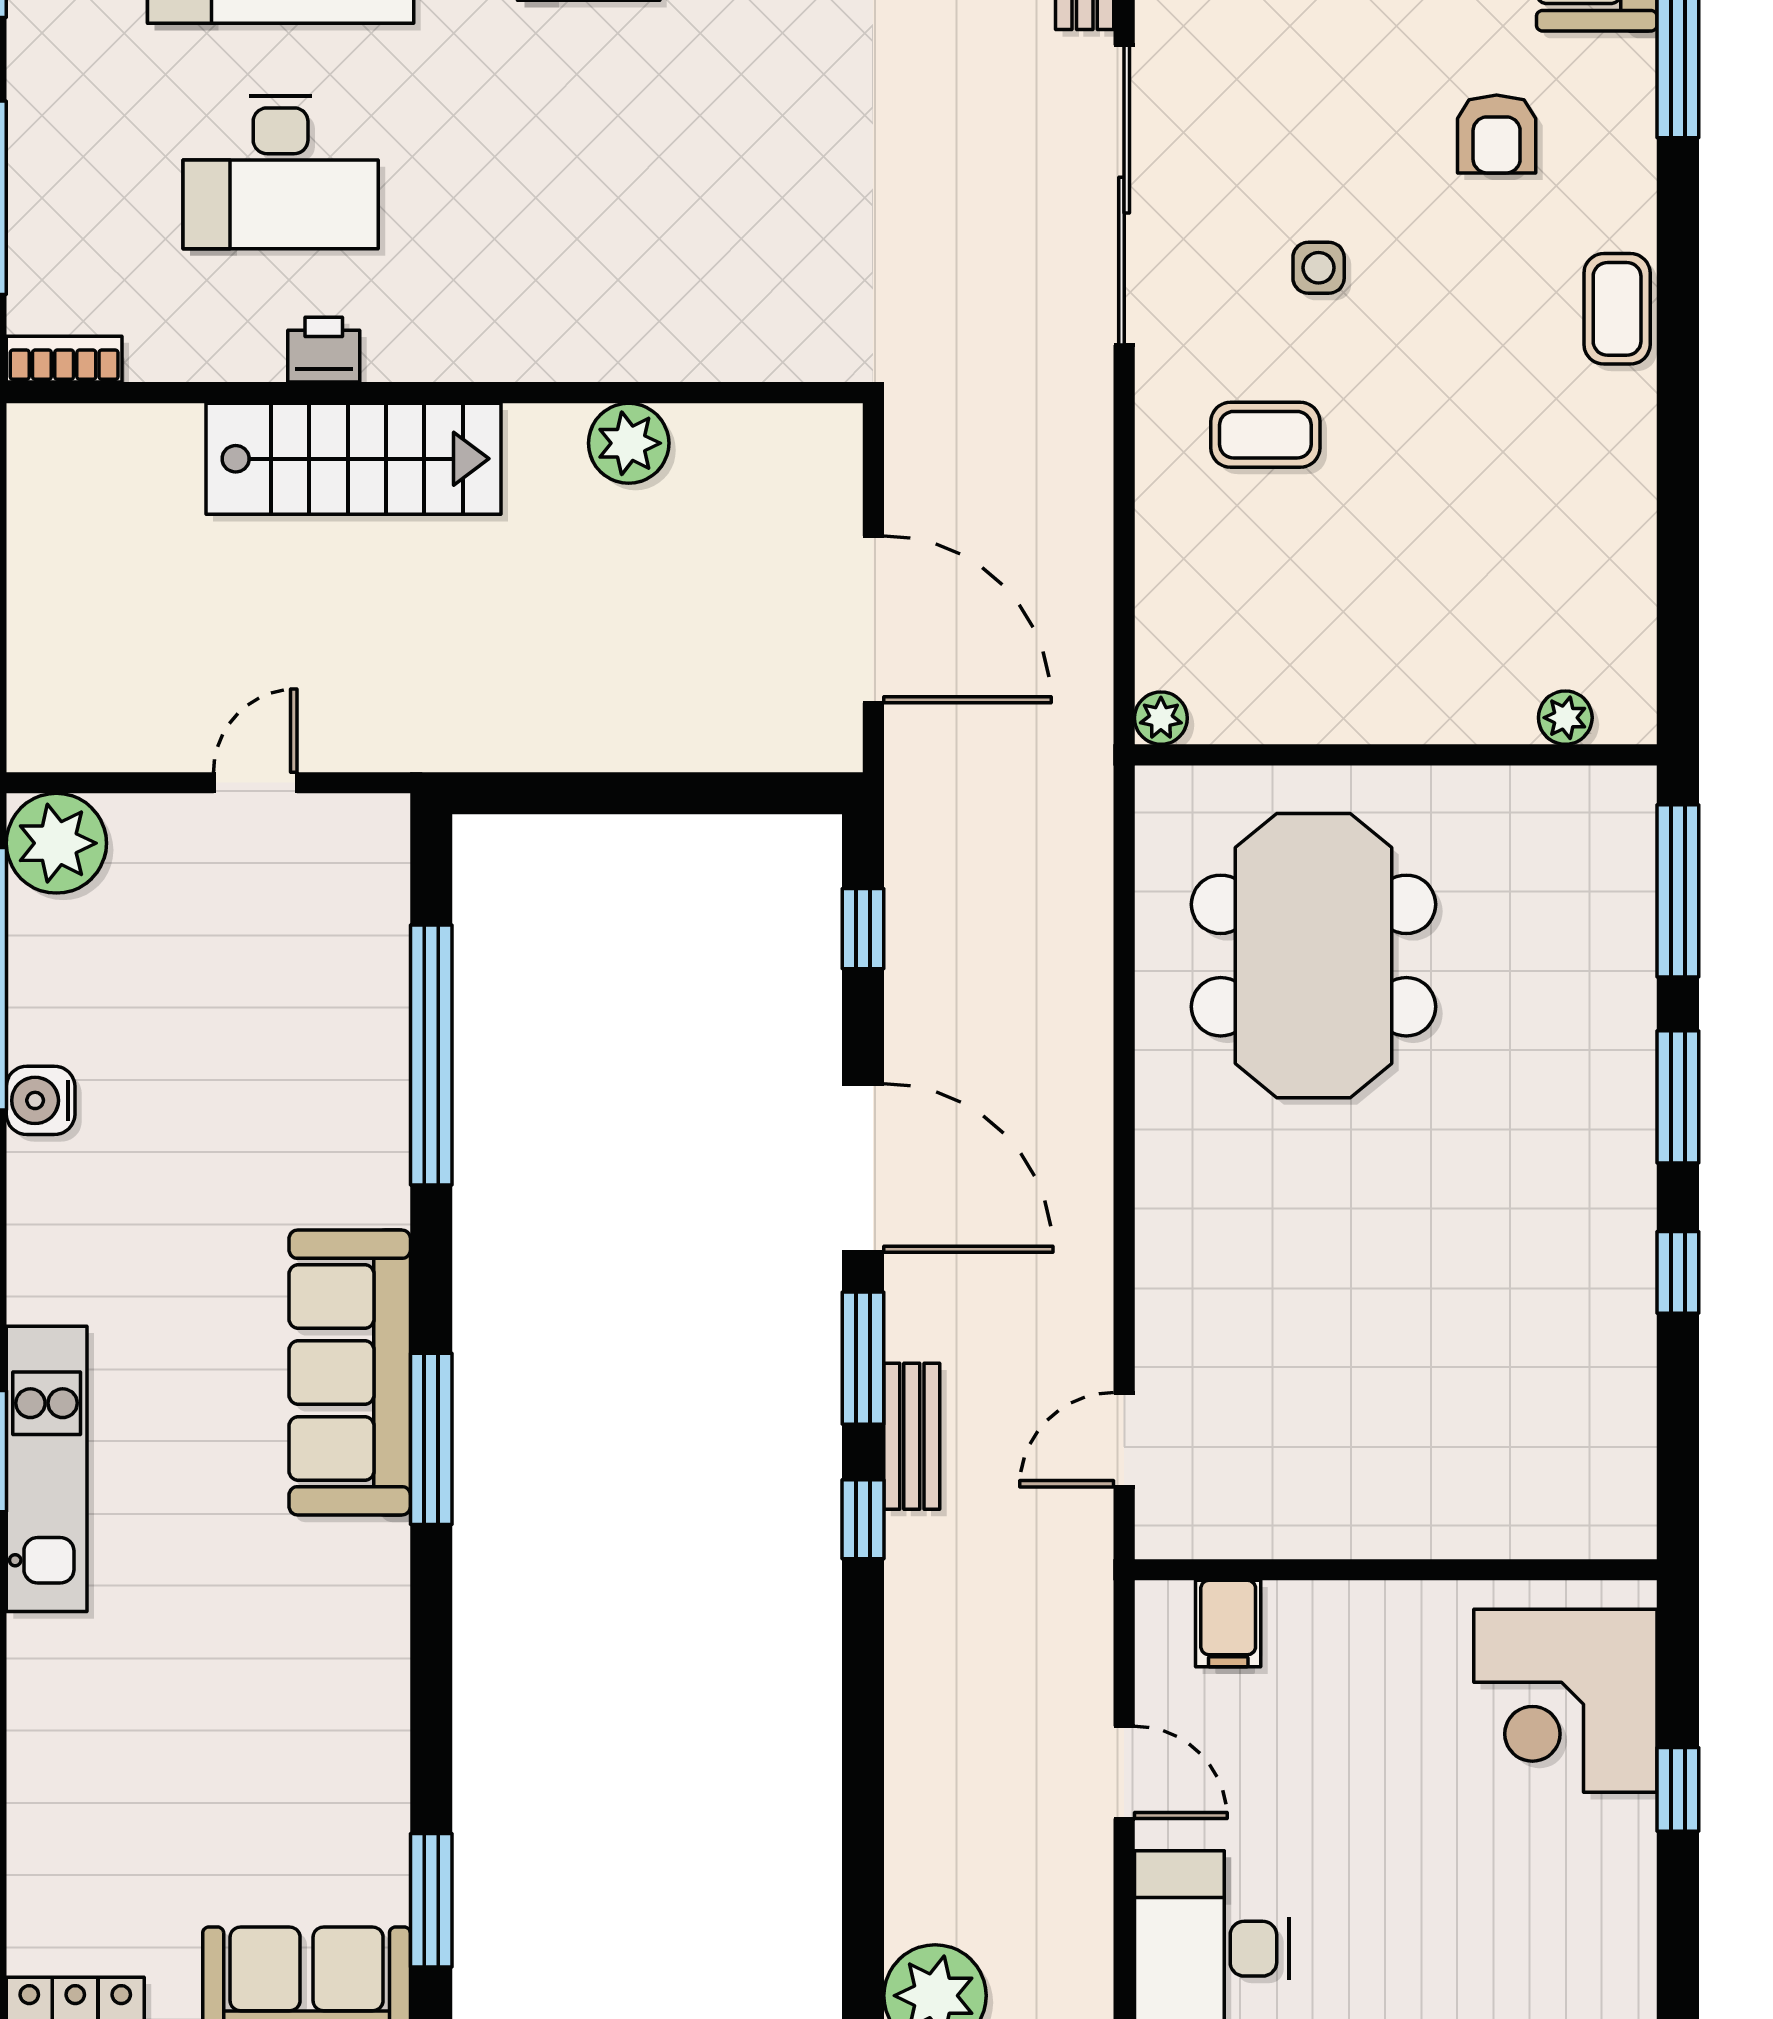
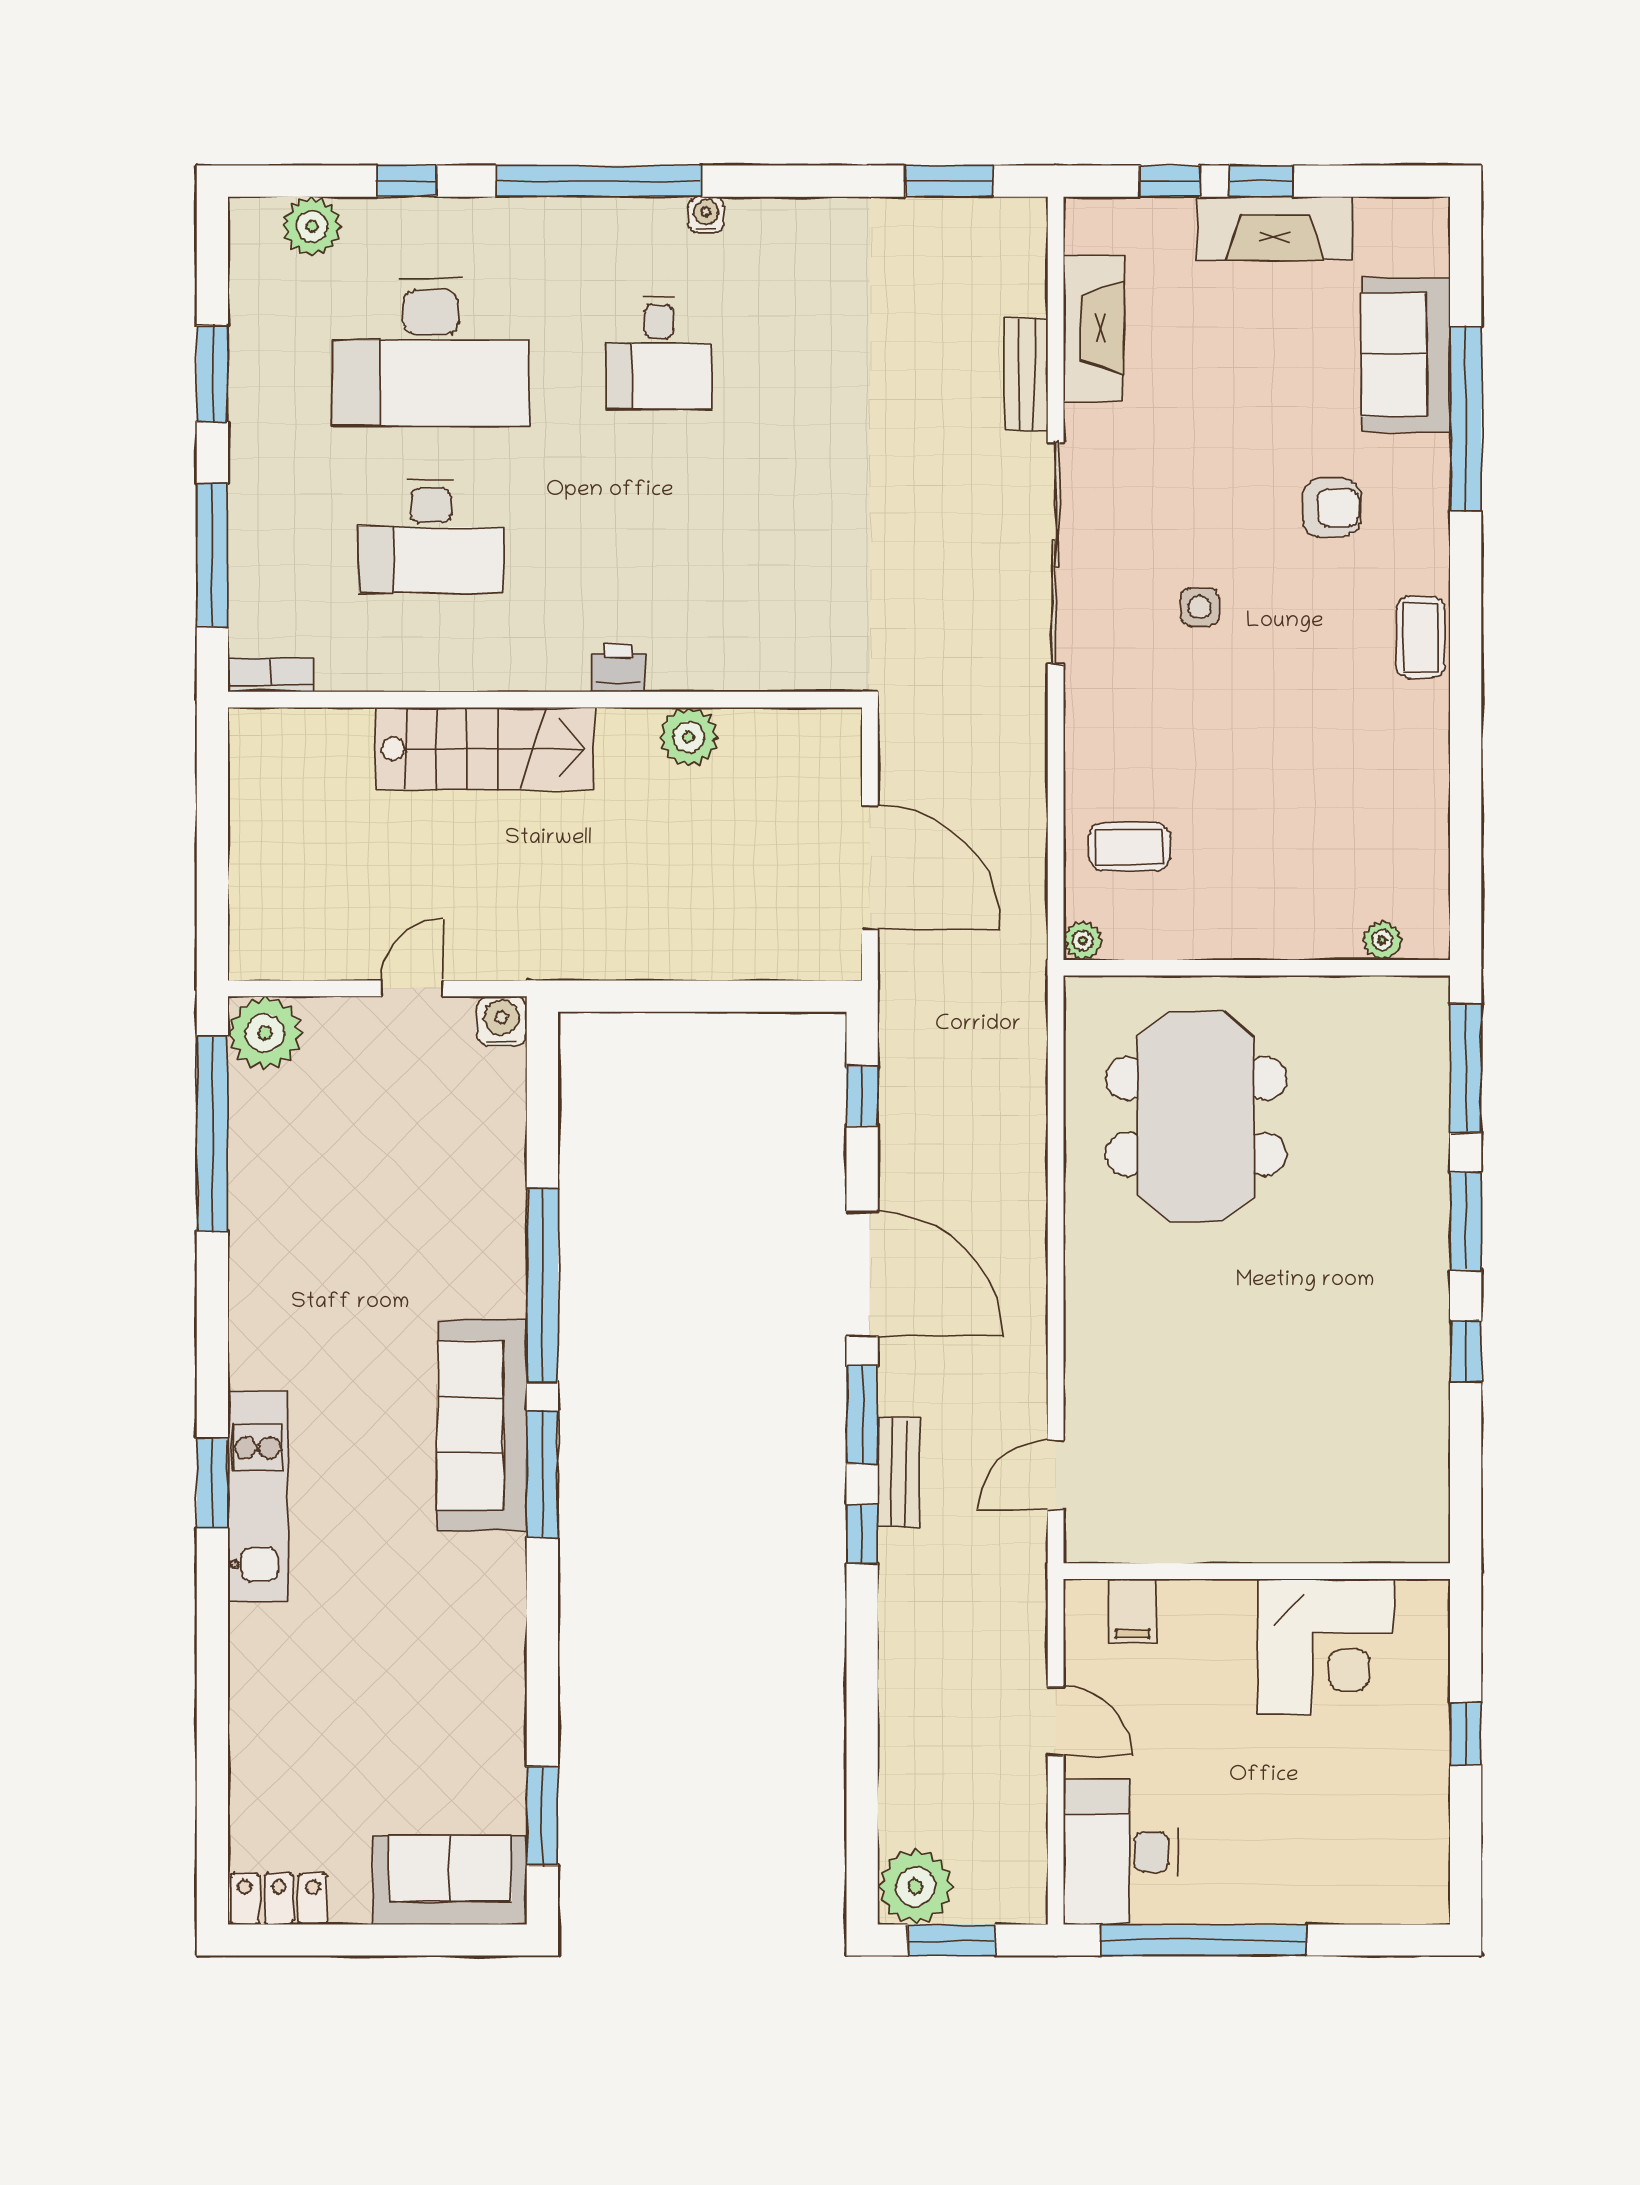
armchair: (1497, 134) -> (1331, 508), turned -90
printer: (324, 350) -> (618, 668), moved
coffee table: (1265, 435) -> (1130, 847), moved
window: (431, 1055) -> (542, 1286), moved
water cooler: (41, 1100) -> (502, 1021), moved, turned 90
corner desk: (1565, 1701) -> (1326, 1647), moved, turned -90

